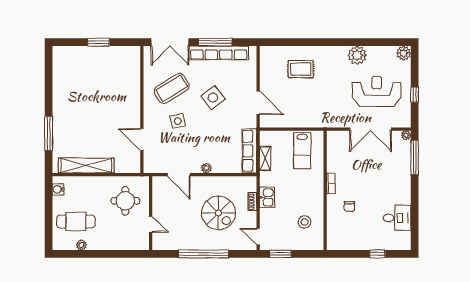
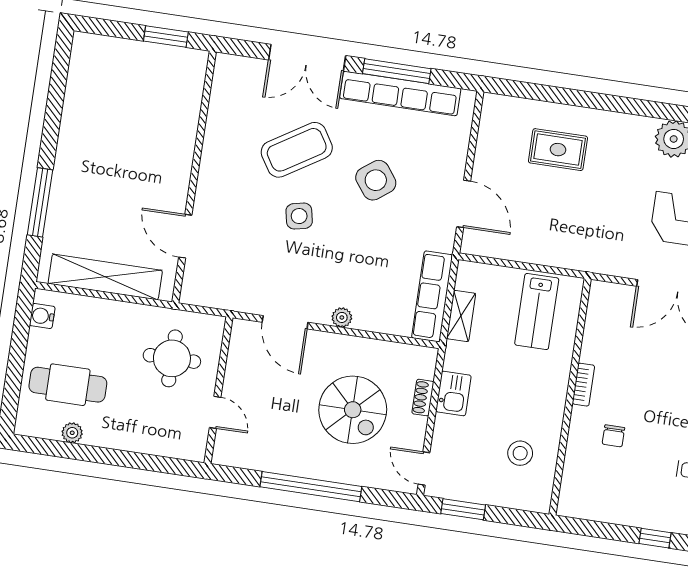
wall: (142, 109) -> (194, 177), moved
door: (142, 139) -> (185, 236), moved

